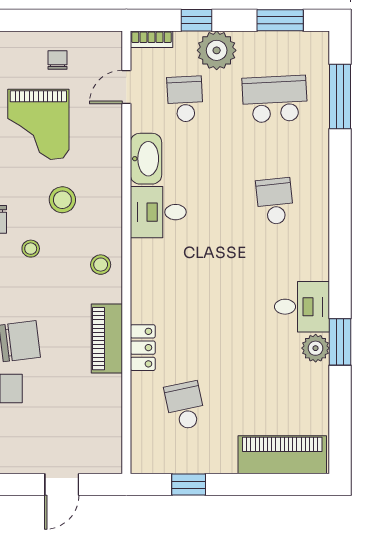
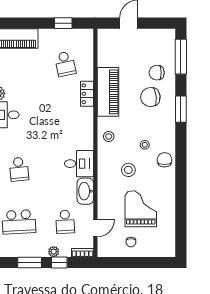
window: (280, 20) -> (30, 262), moved
plant: (217, 50) -> (54, 252), width x0.53, depth x0.53
piano: (107, 339) -> (108, 92), width x1.37, depth x1.33

